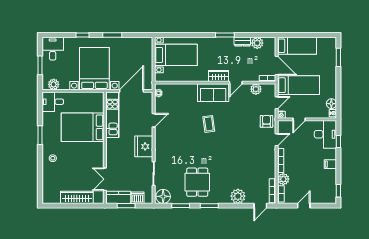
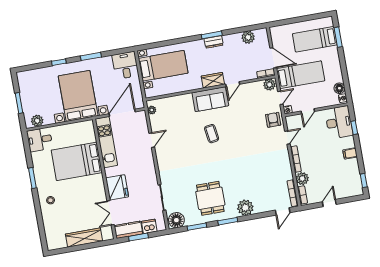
dresser: (242, 42) -> (214, 42), moved
bed: (297, 46) -> (315, 39), moved, turned 180
desk: (53, 49) -> (125, 65), moved
plant: (256, 89) -> (269, 85), moved
fridge: (144, 146) -> (117, 187), moved, turned 180
plant: (238, 196) -> (245, 208), moved

